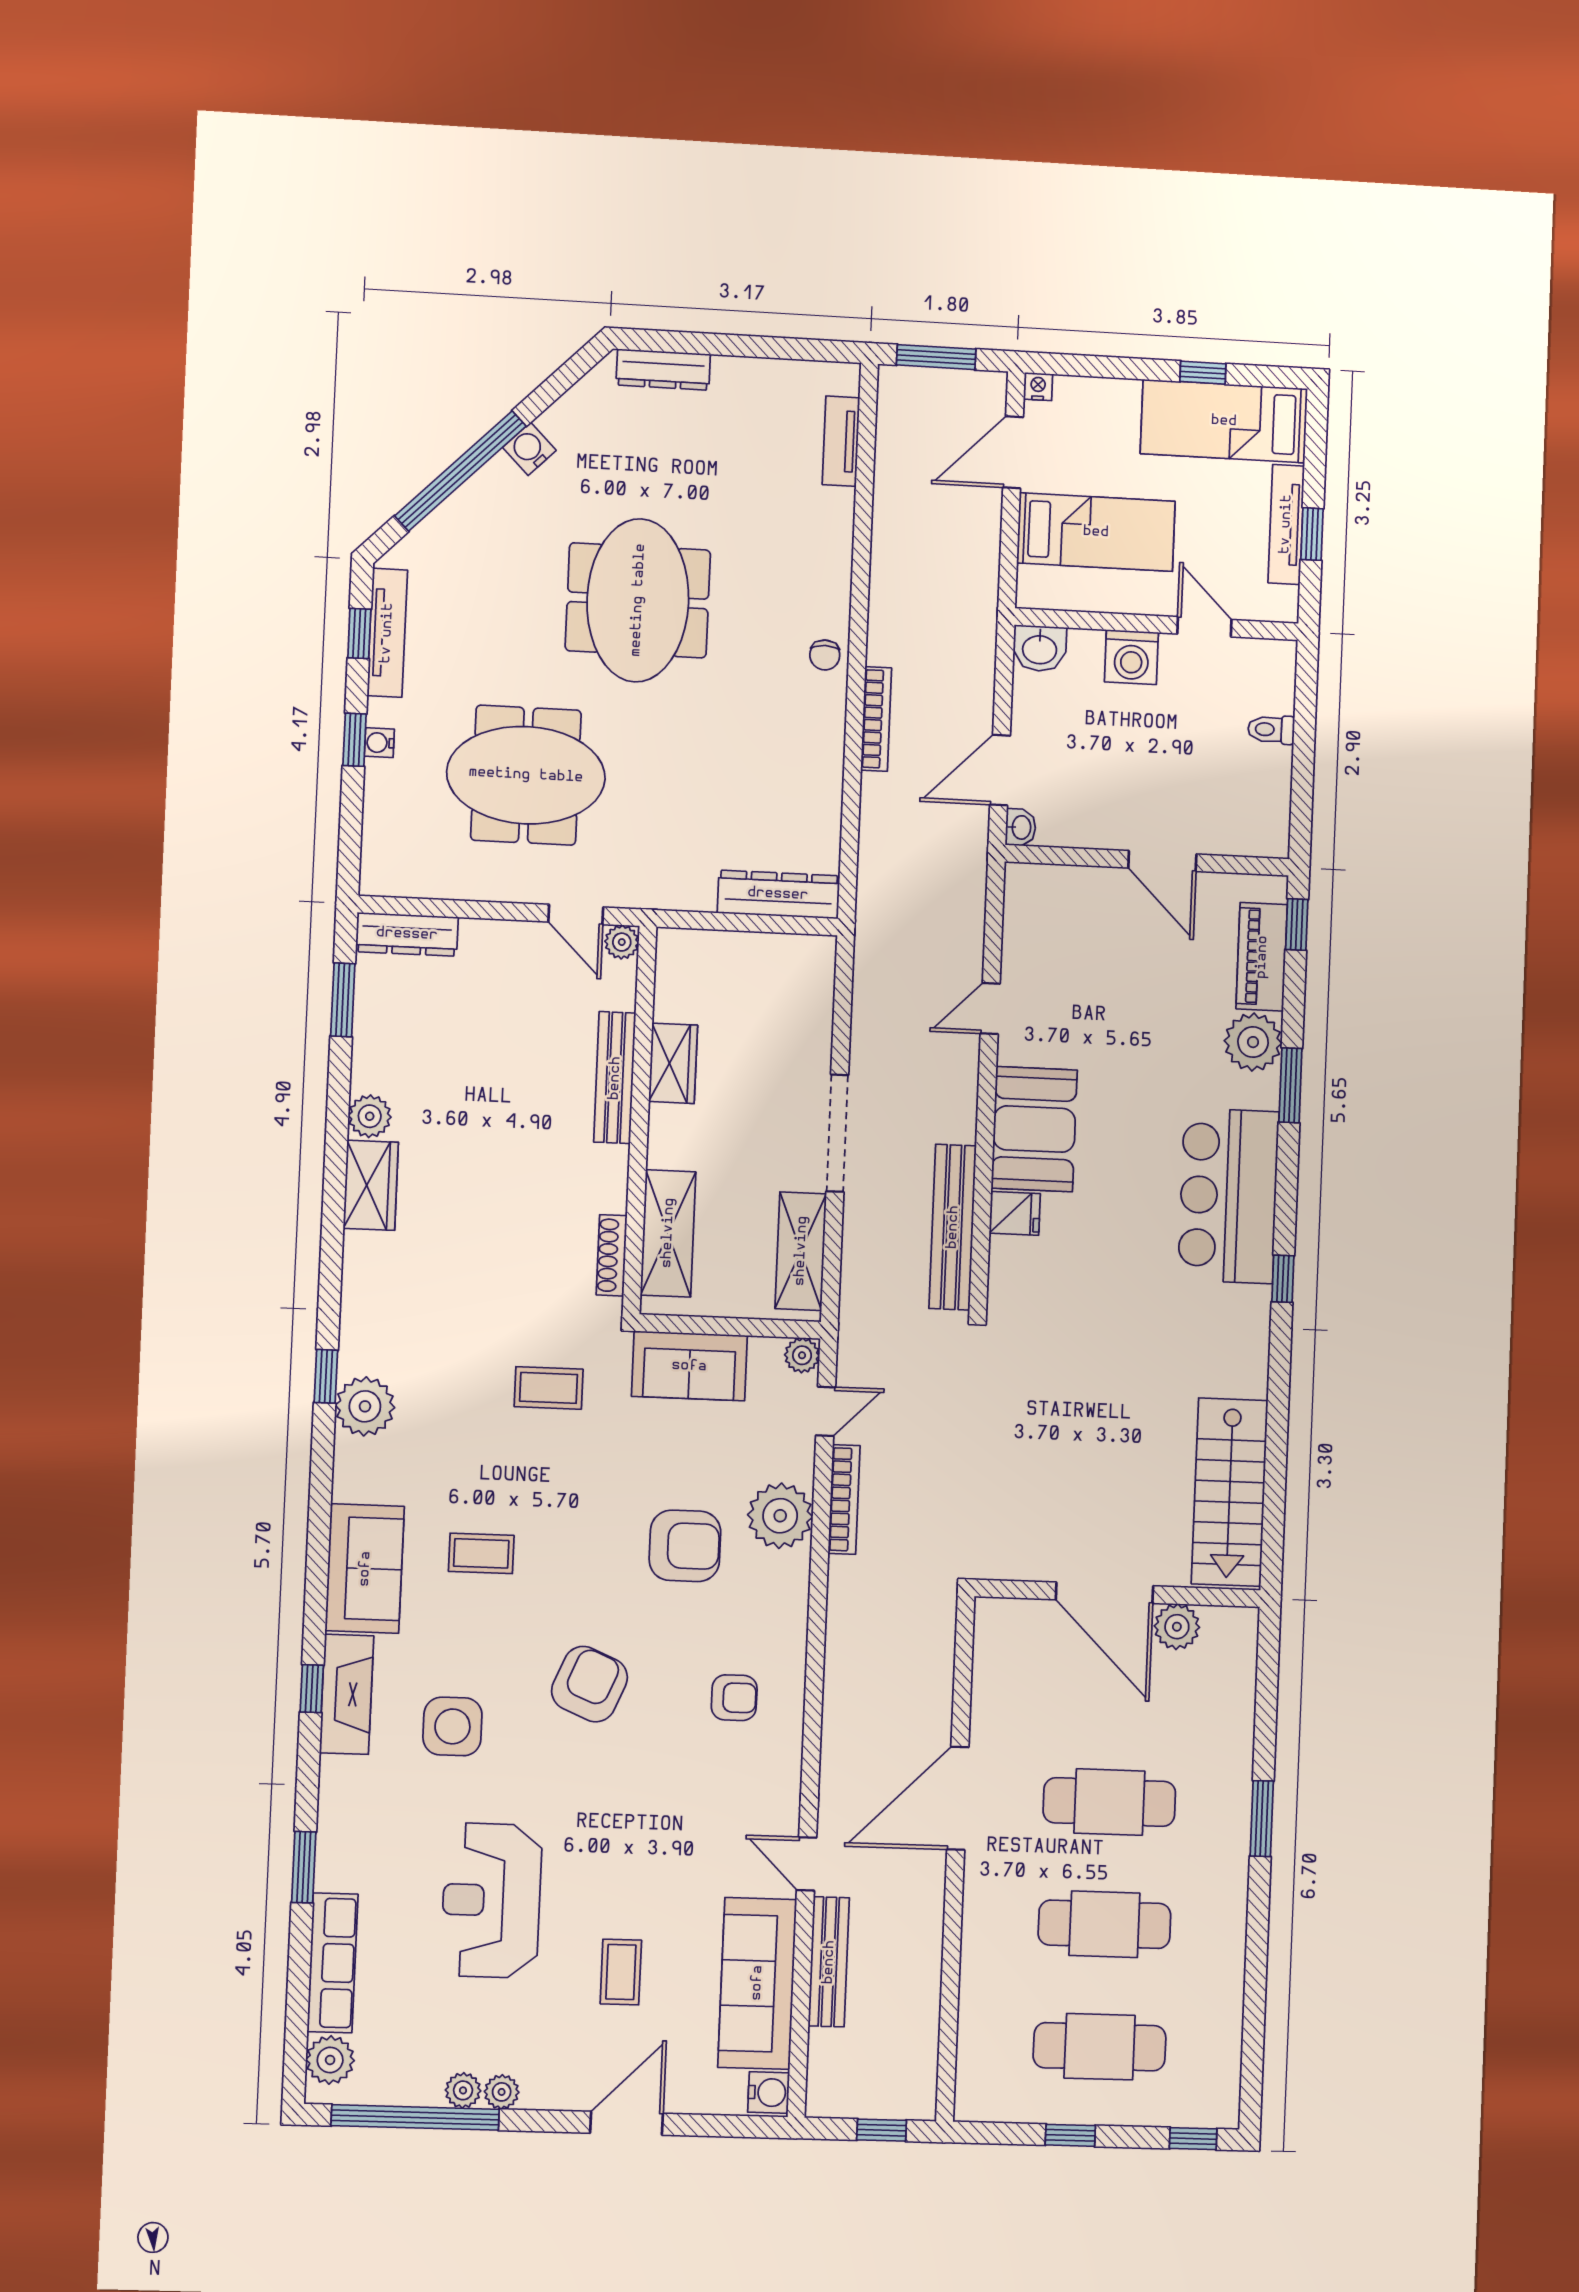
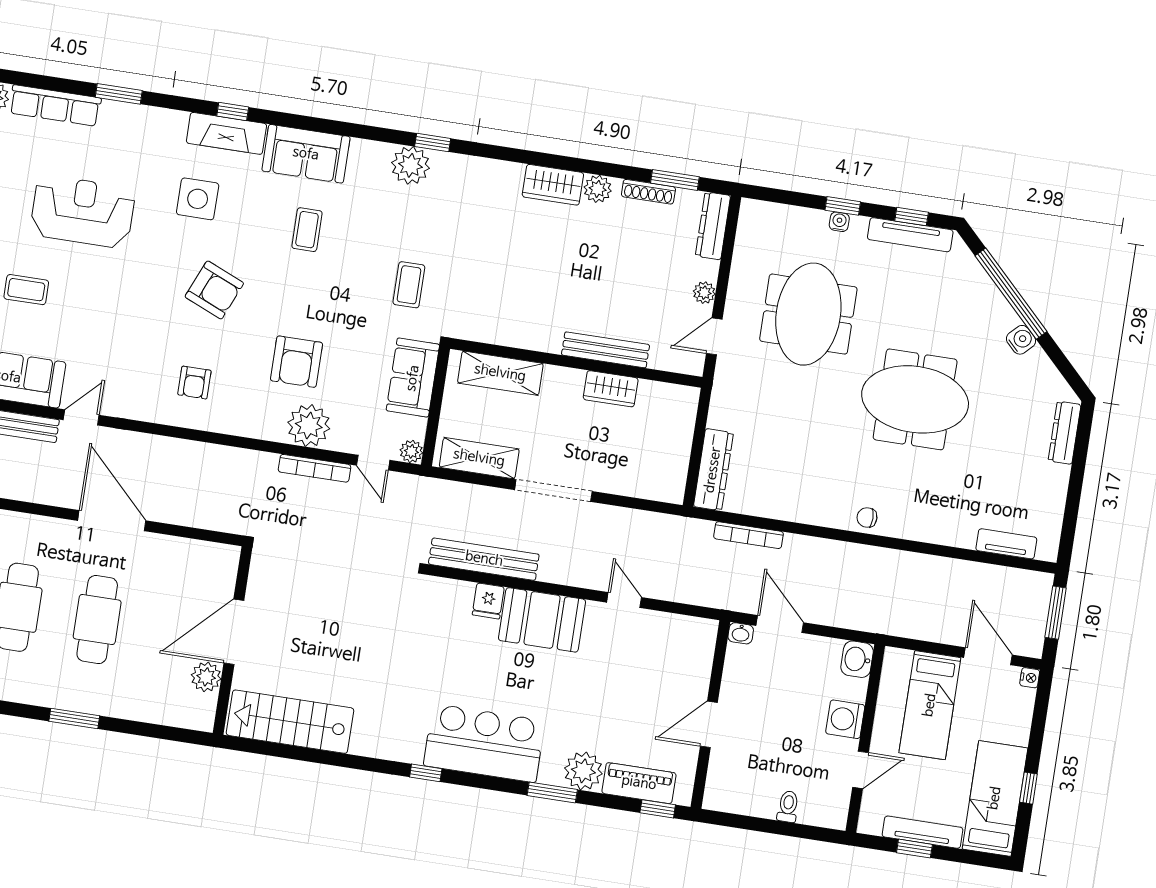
bookcase: (876, 719) -> (749, 535), moved
plant: (622, 942) -> (704, 293), moved
shoe rack: (612, 1255) -> (648, 192), moved, turned 180

